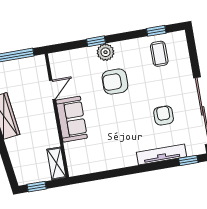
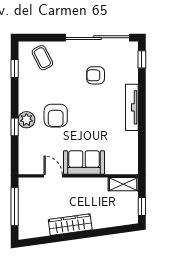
coffee table: (159, 54) -> (42, 58), moved, turned 63
tv unit: (161, 154) -> (132, 107), moved

